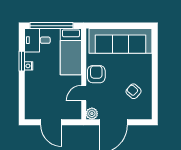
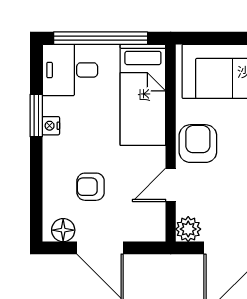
armchair: (47, 94) -> (91, 187), added
floor lamp: (34, 114) -> (63, 230), added

